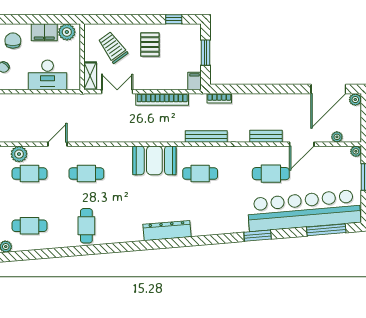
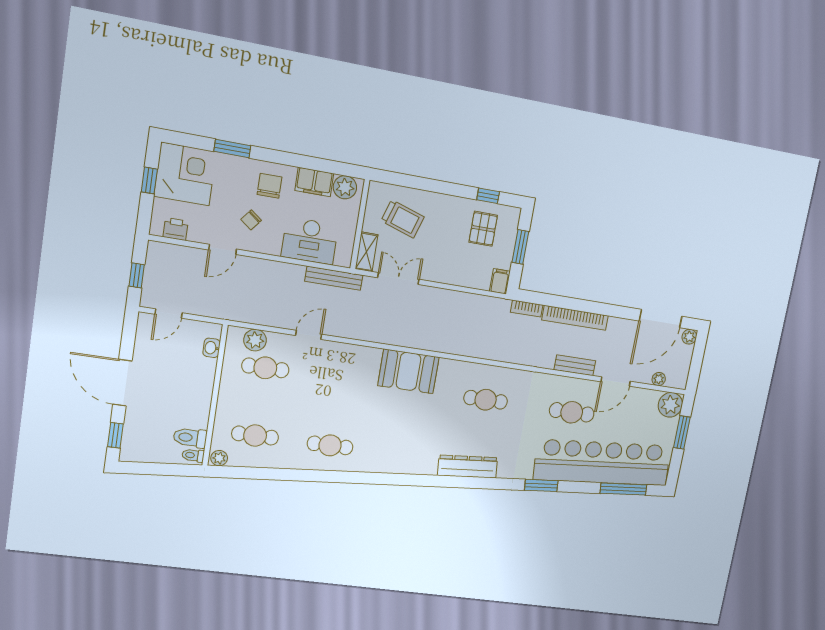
pallet: (150, 44) -> (483, 229), moved
trolley: (113, 47) -> (403, 219), turned 144
bookcase: (162, 99) -> (575, 318), moved
bench: (206, 137) -> (334, 278), moved
plant: (356, 151) -> (670, 405), width x1.88, depth x1.88
booth: (154, 160) -> (408, 371), moved
cafe table: (86, 174) -> (341, 379), removed
cafe table: (86, 226) -> (330, 445), turned 90
dresser: (167, 231) -> (468, 467), moved

